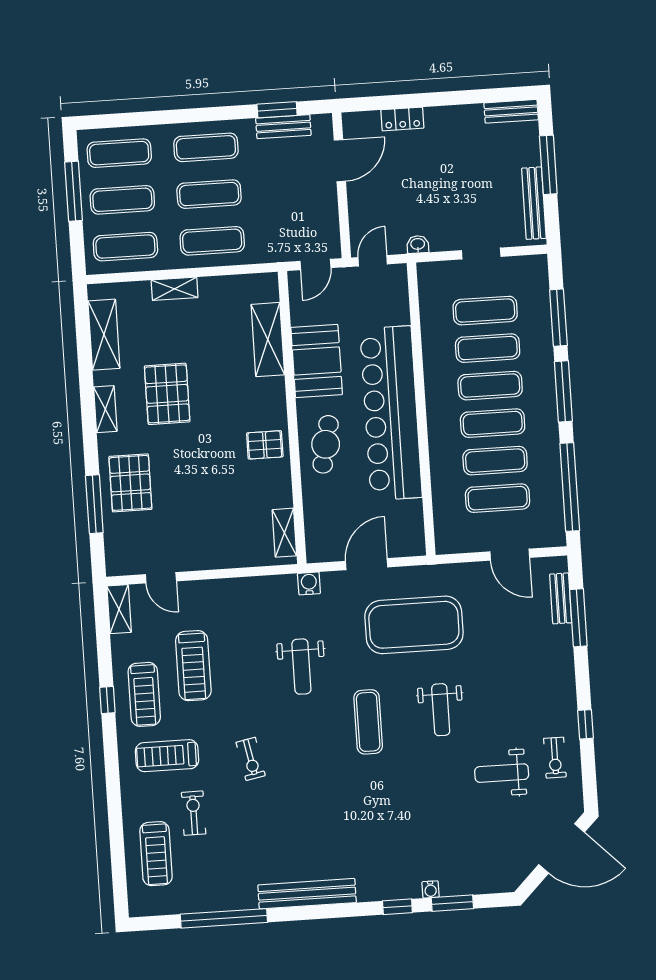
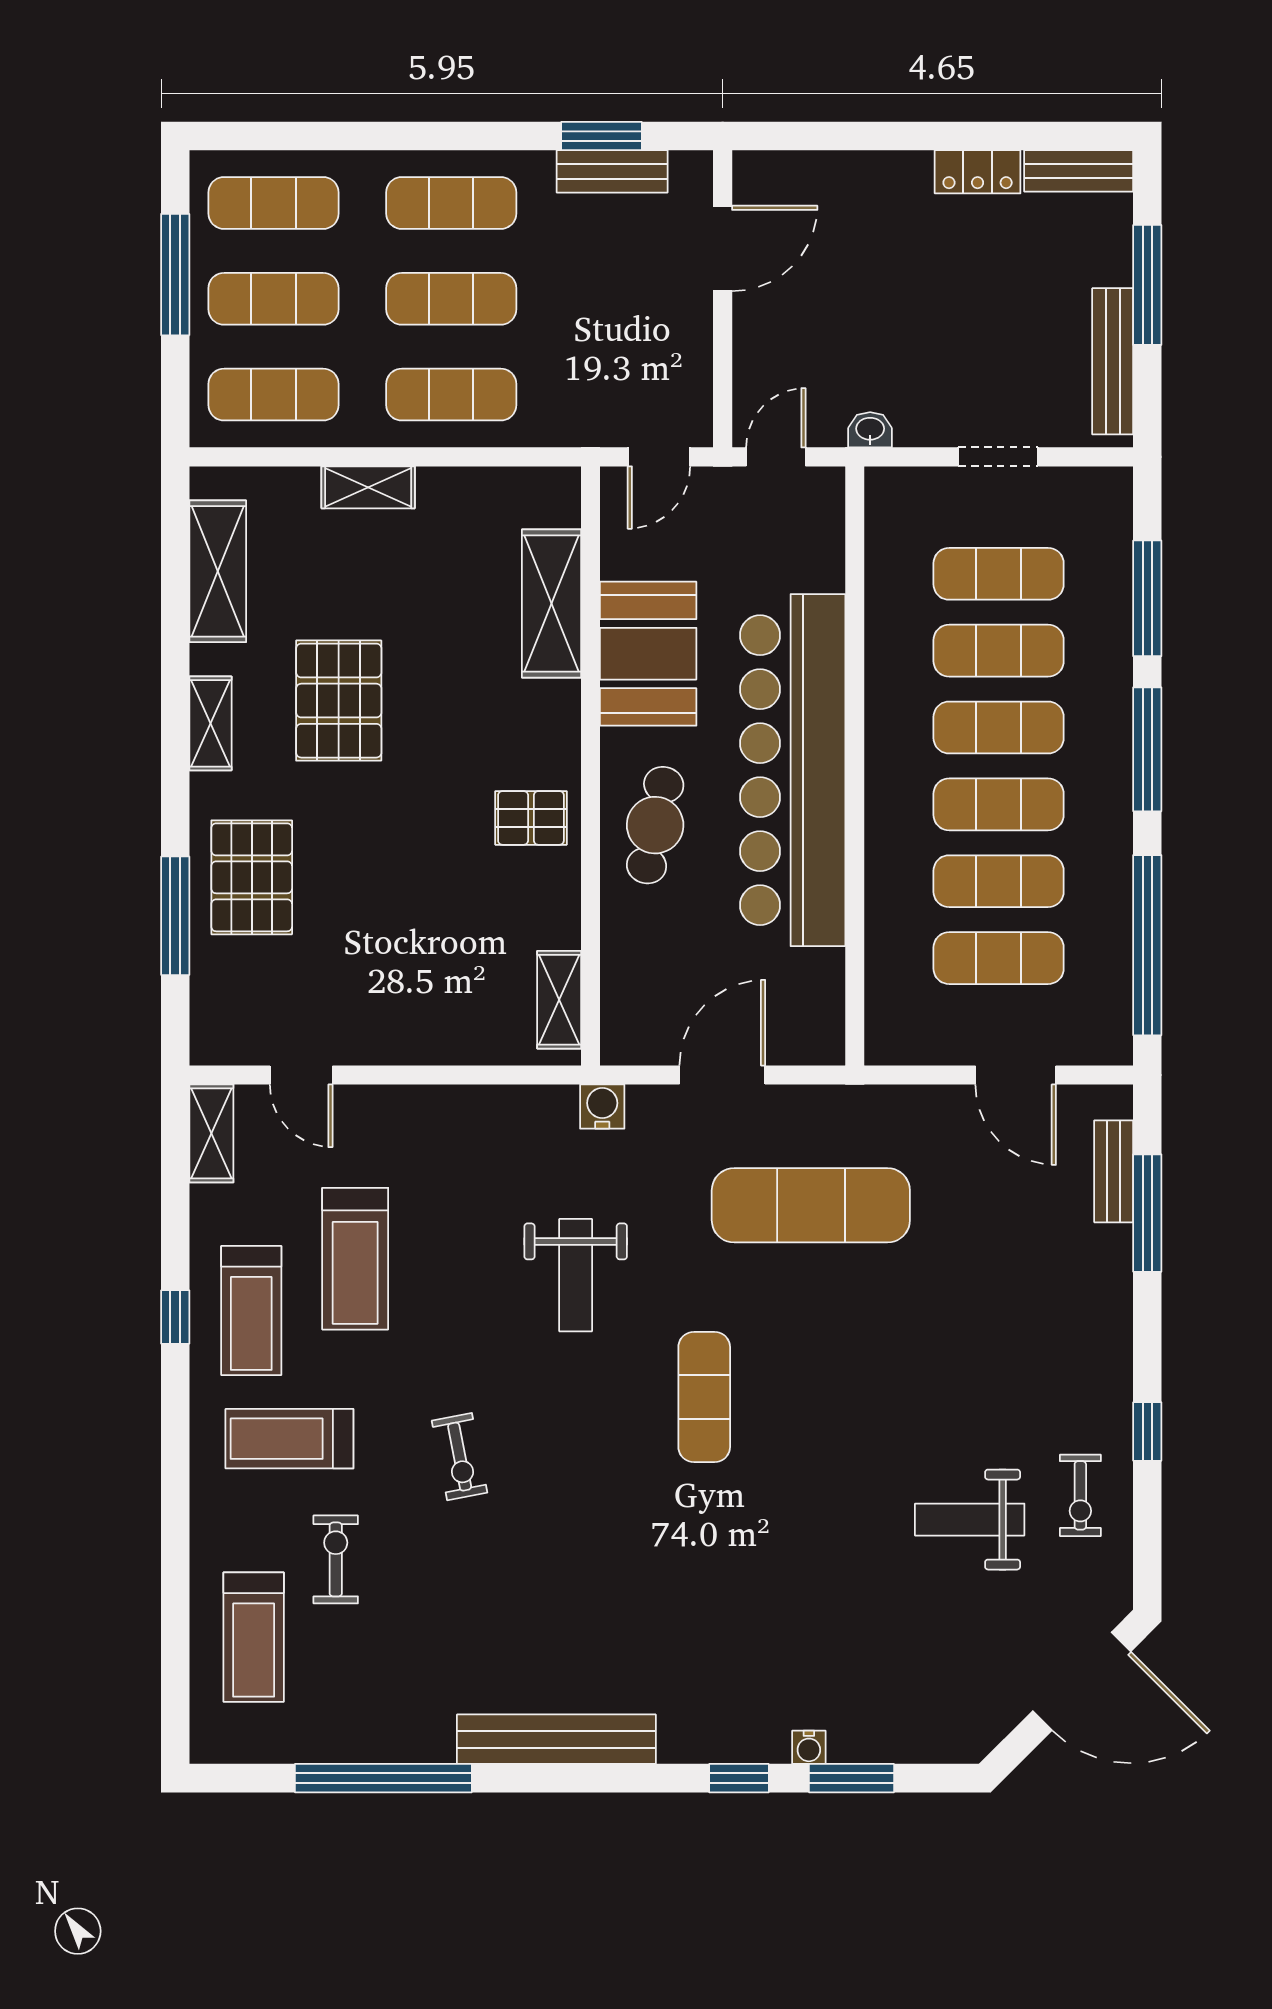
locker: (402, 119) -> (978, 172), moved
exercise mat: (414, 625) -> (811, 1205), width x0.68
weight bench: (441, 710) -> (854, 1382), removed

